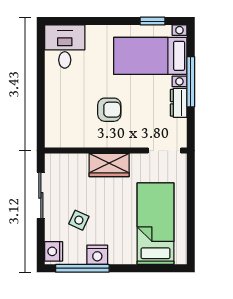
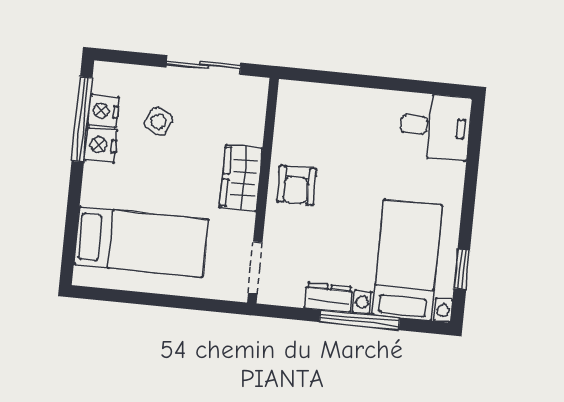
armchair: (109, 110) -> (296, 185), moved
nightstand: (54, 251) -> (103, 111), moved, turned -90

